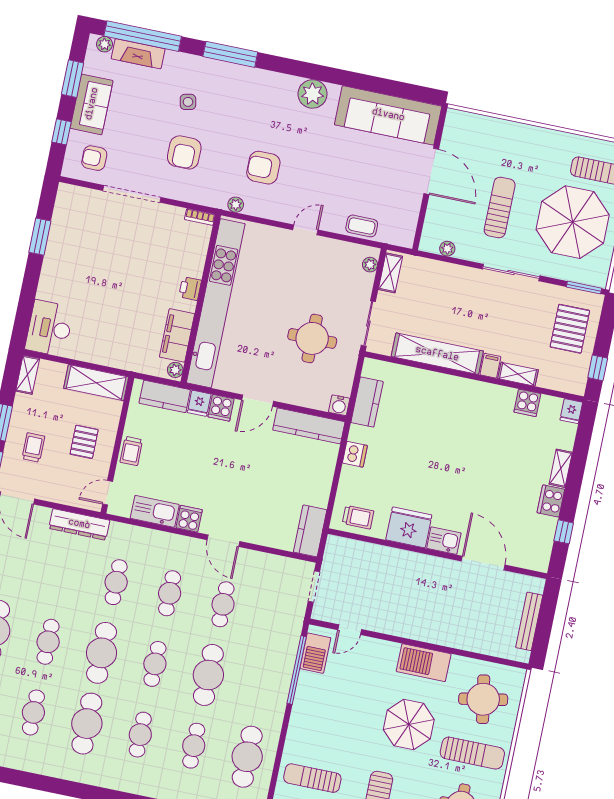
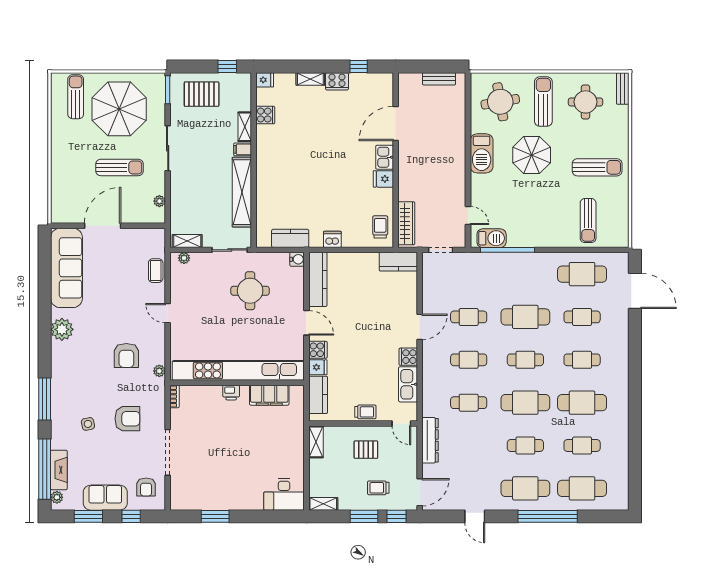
sun lounger: (500, 207) -> (119, 167), turned 180
plant: (175, 370) -> (296, 391), removed
shelving: (96, 383) -> (316, 442), width x0.67, depth x0.75
fridge: (409, 527) -> (383, 179), width x0.53, depth x0.75
wardrobe: (356, 551) -> (406, 223), added
bench: (529, 621) -> (439, 79), width x0.73

